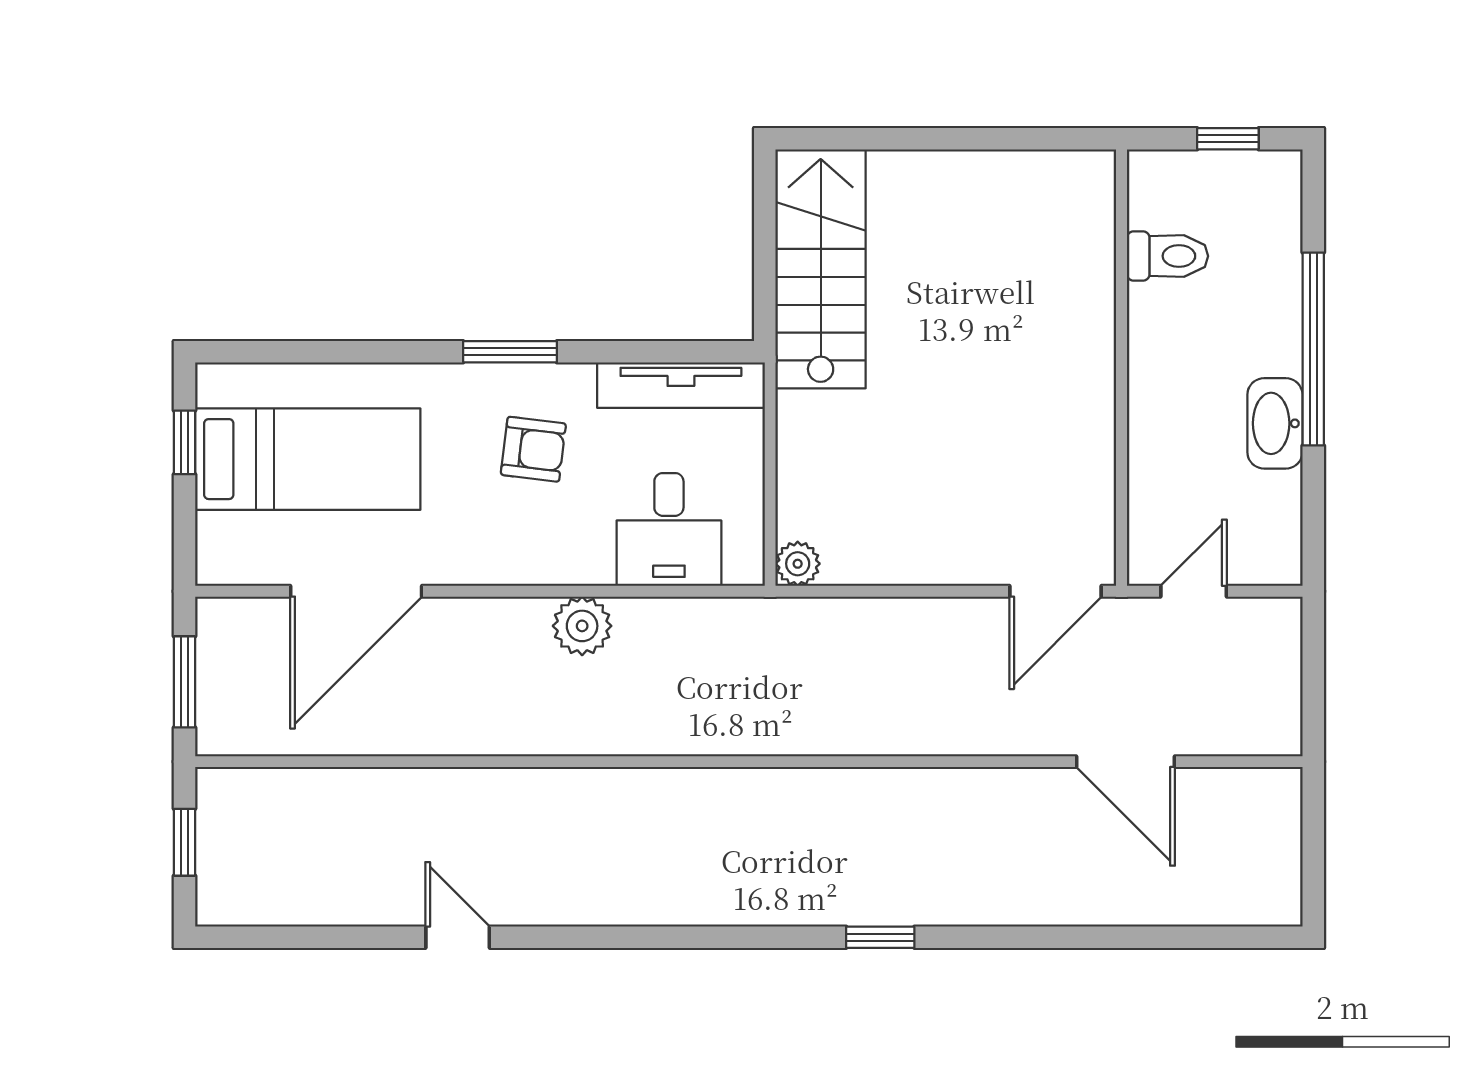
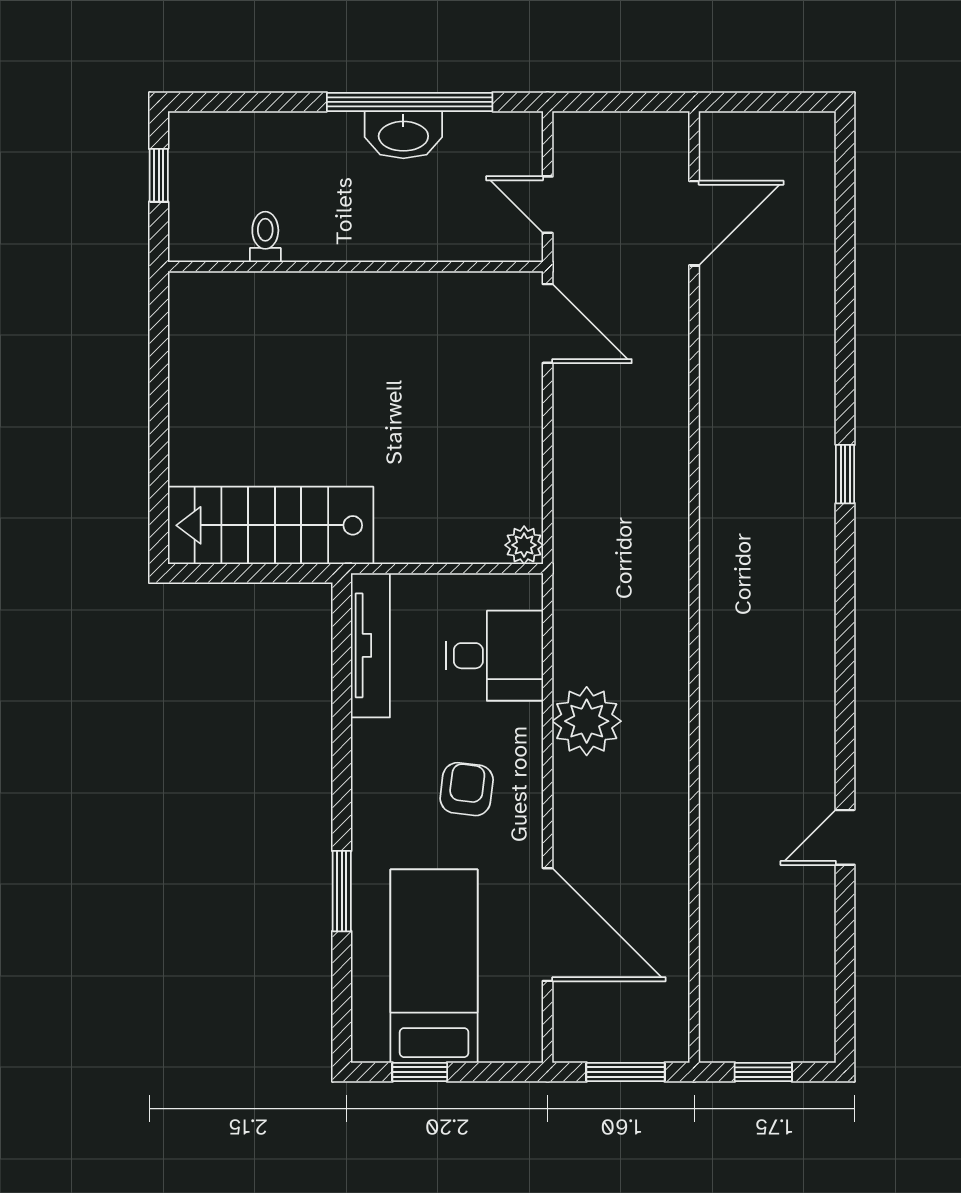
toilet: (1168, 256) -> (265, 237), width x0.73, depth x0.72
window: (1313, 349) -> (410, 102), moved
window: (510, 352) -> (342, 891), moved
armchair: (533, 449) -> (467, 789), moved
plant: (582, 626) -> (587, 721), width x1.36, depth x1.36
door: (1125, 762) -> (694, 223), moved

